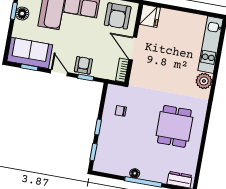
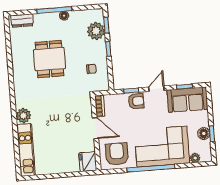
armchair: (83, 65) -> (136, 101), turned -90
door: (59, 73) -> (156, 89), swing flipped
dining table: (174, 126) -> (50, 59), moved
plant: (106, 149) -> (96, 31), added

